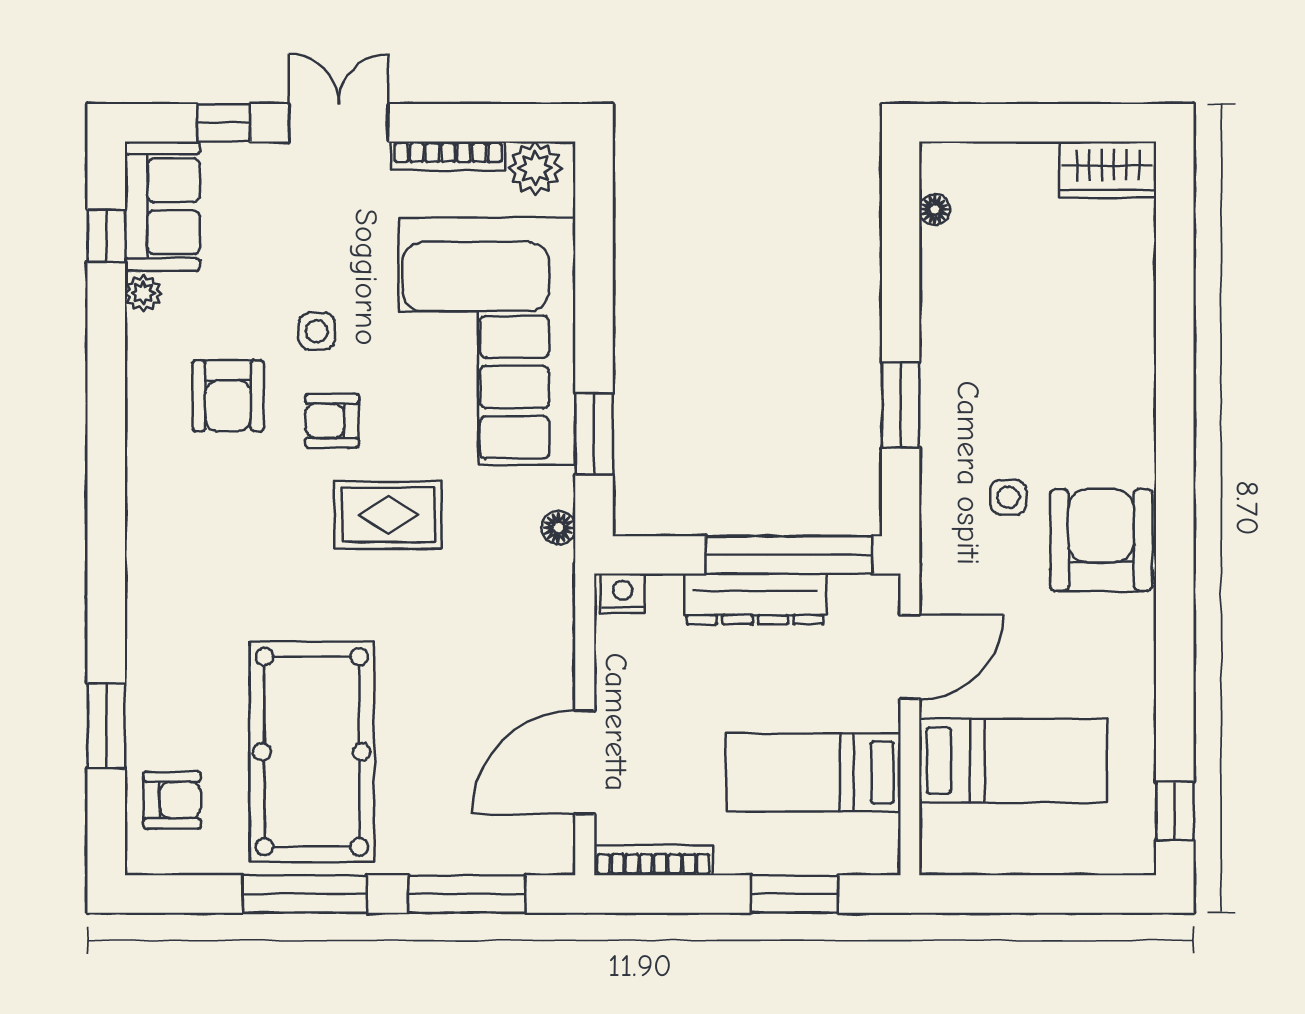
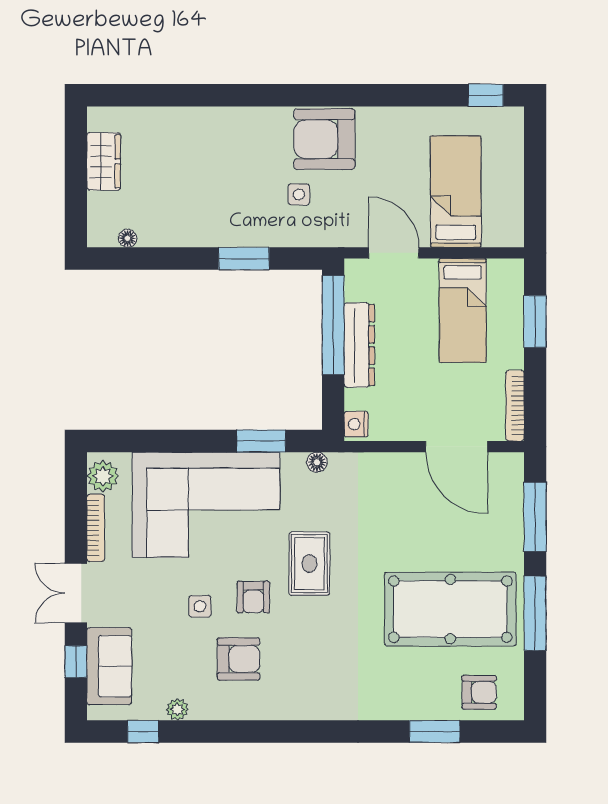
wardrobe: (1108, 170) -> (104, 161), moved
sofa: (162, 206) -> (109, 666), moved, turned 90
armchair: (172, 800) -> (479, 692), turned 90

